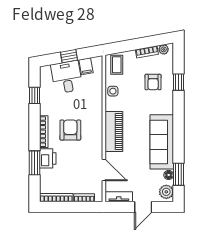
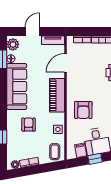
armchair: (153, 82) -> (29, 125), moved
armchair: (70, 130) -> (83, 110), moved
door: (104, 170) -> (65, 63), hinge flipped

